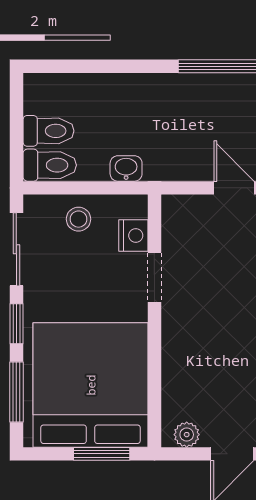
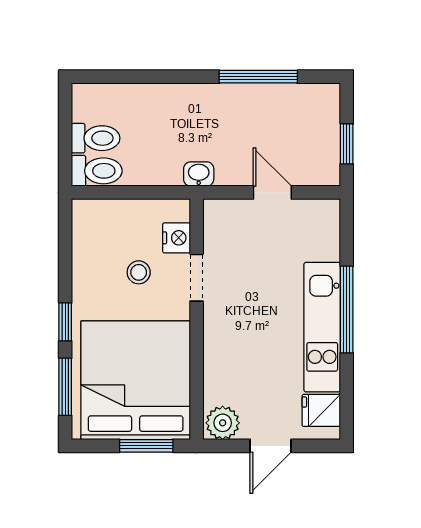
washbasin: (126, 168) -> (199, 174), moved
stool: (78, 219) -> (139, 272), moved
sliding door: (16, 249) -> (65, 251), removed
plant: (187, 435) -> (223, 423), width x1.38, depth x1.38

